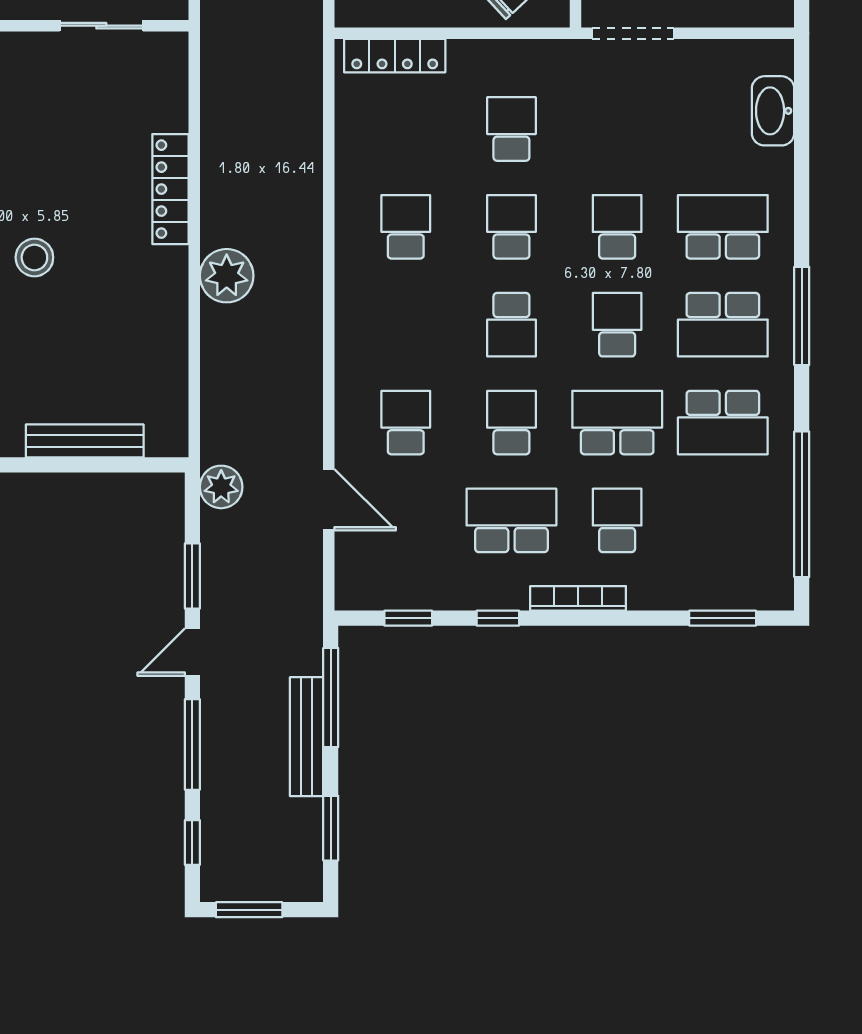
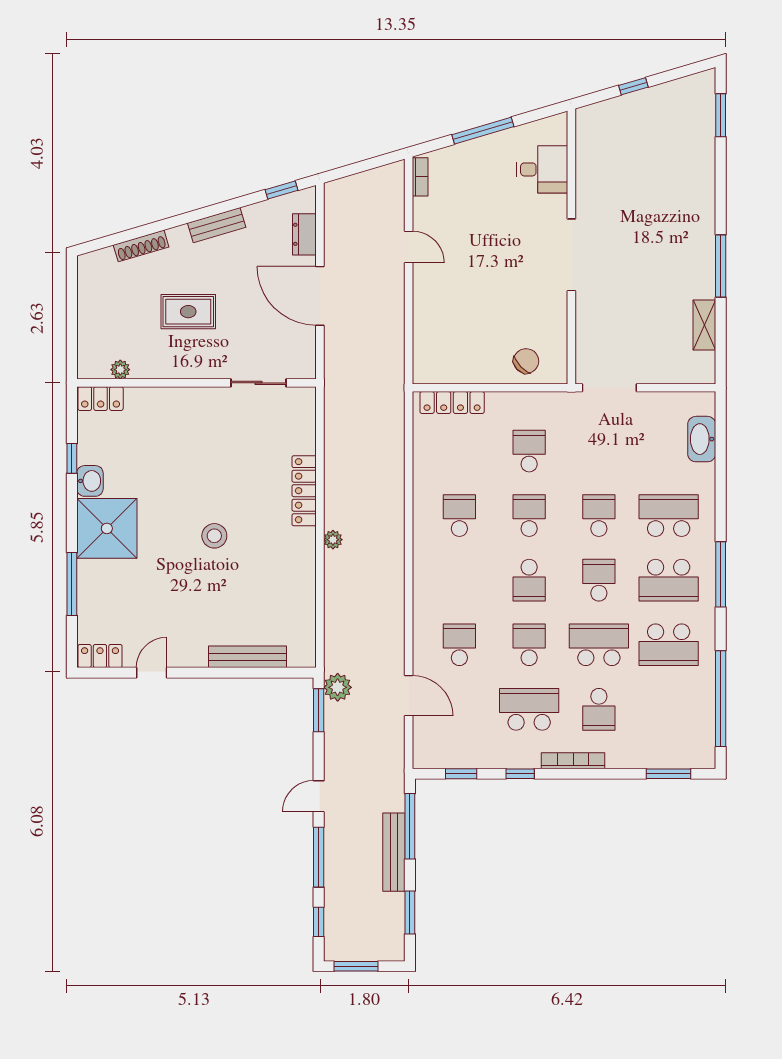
plant: (227, 276) -> (333, 540), width x0.53, depth x0.53
school desk: (617, 520) -> (599, 709), turned 180
window: (192, 576) -> (319, 710), moved

